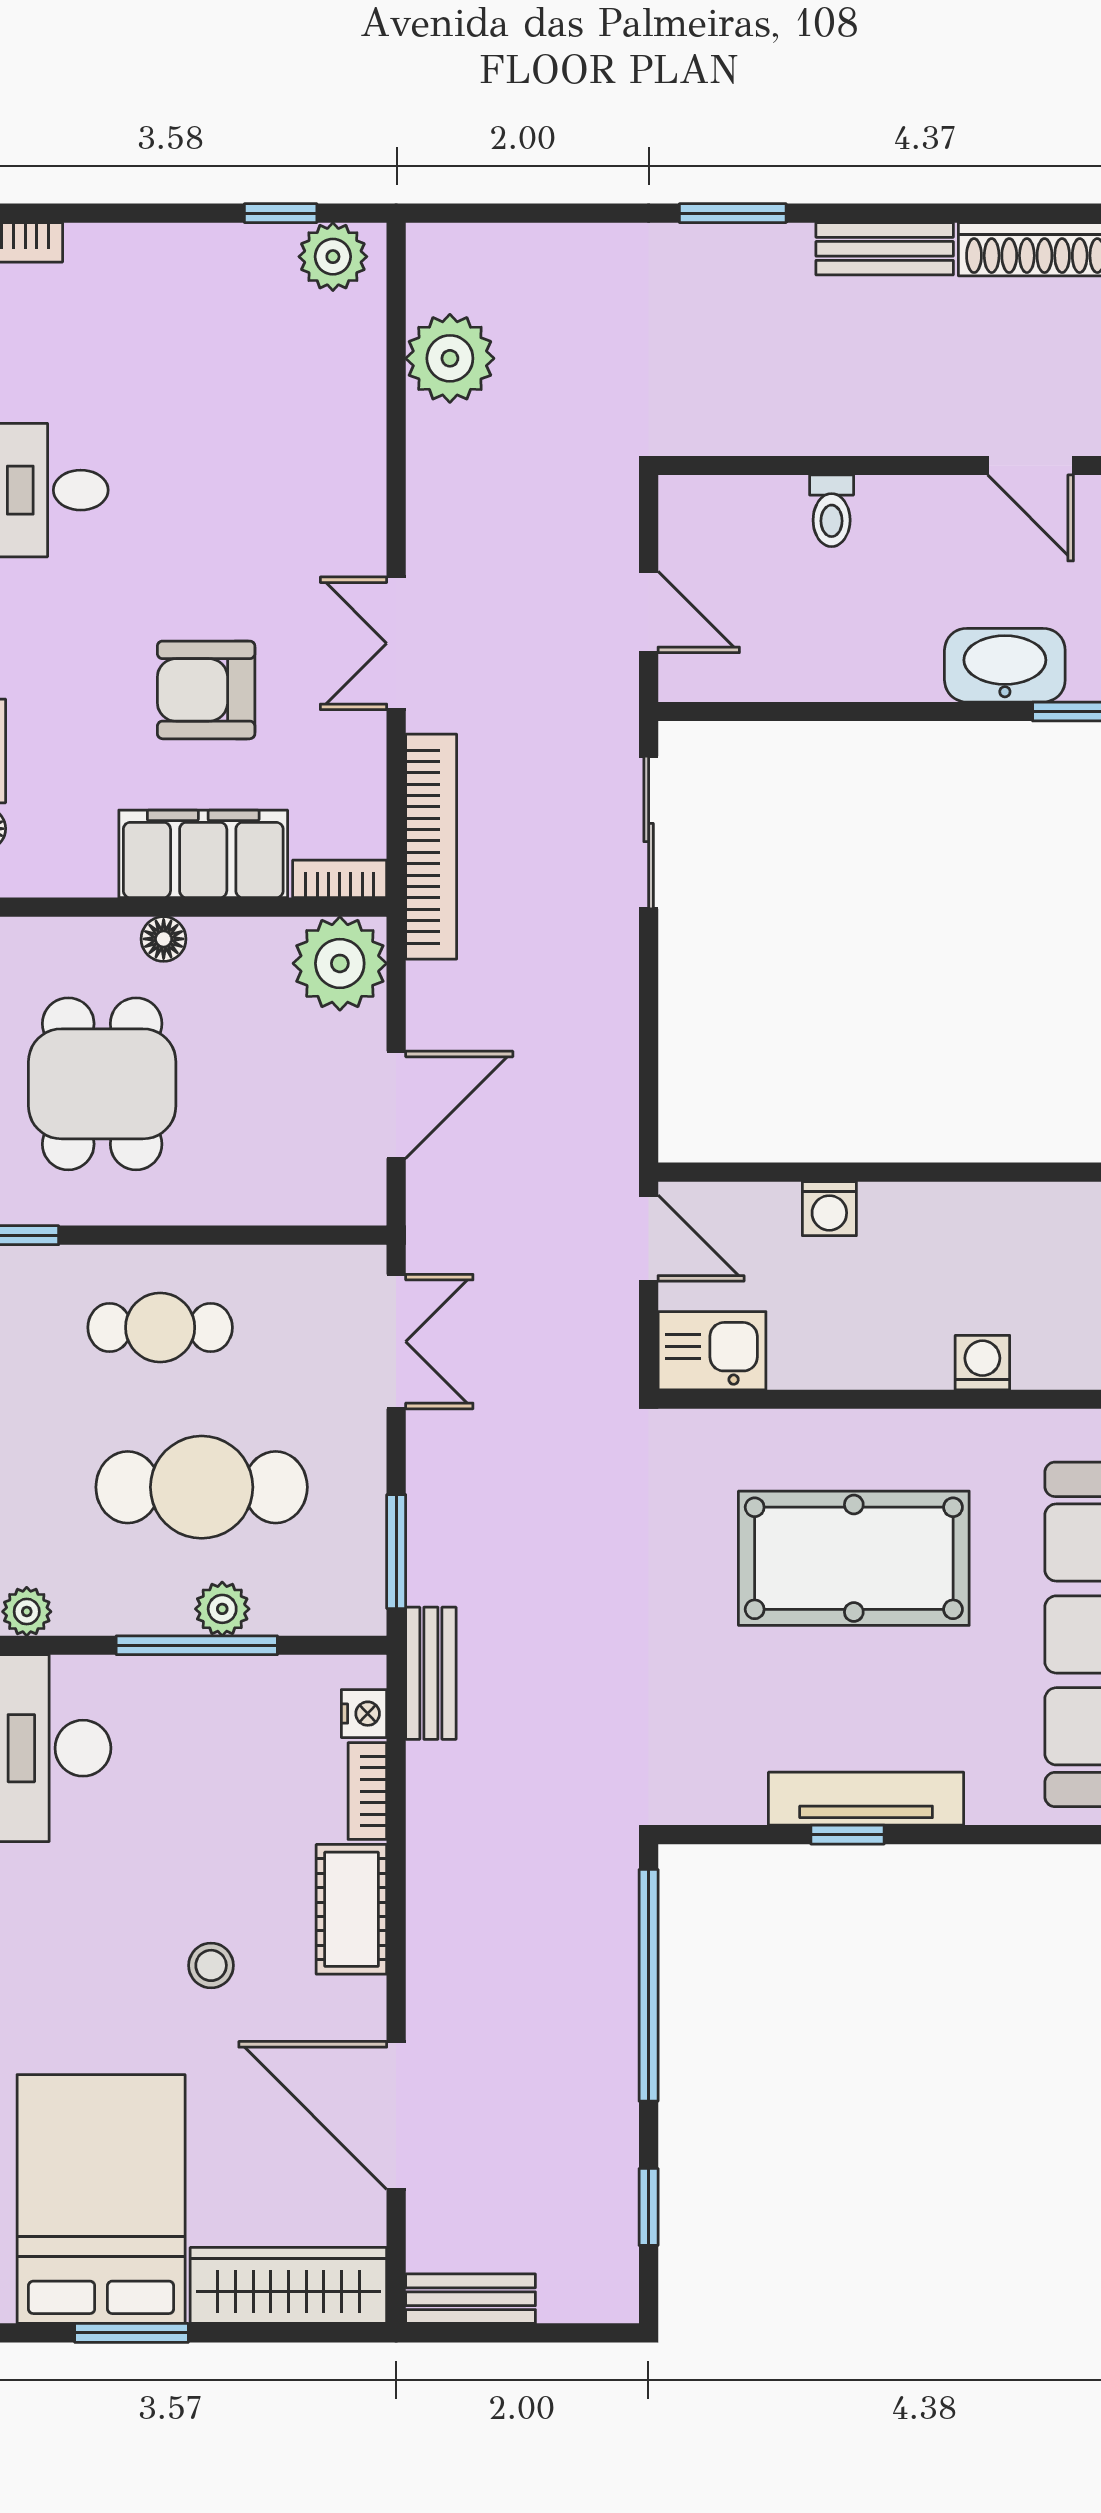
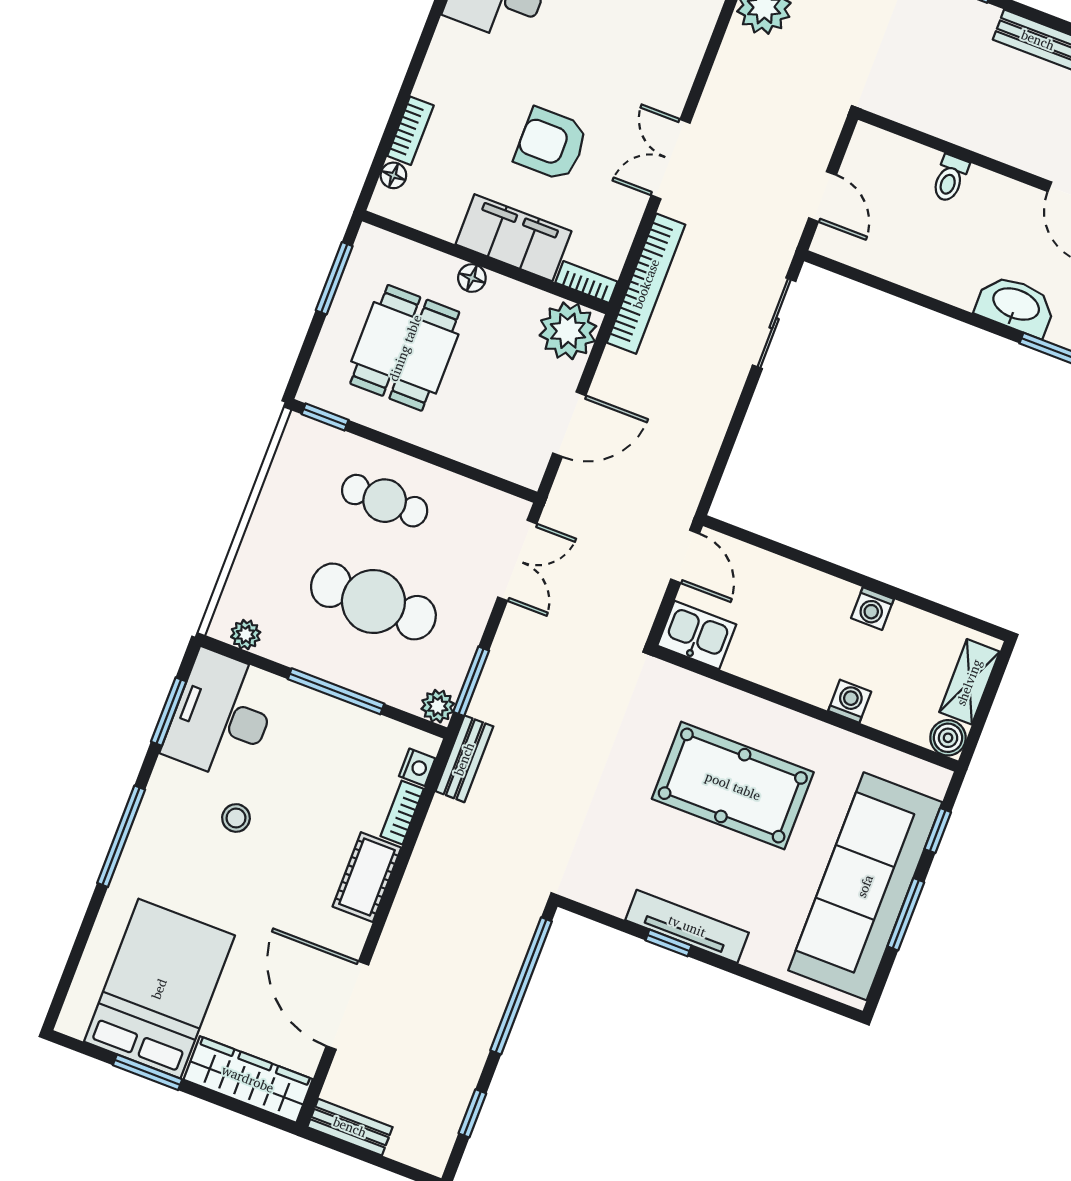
washing machine: (829, 1209) -> (872, 609), moved
plant: (222, 1609) -> (438, 706), moved
stool: (211, 1965) -> (236, 818), moved

